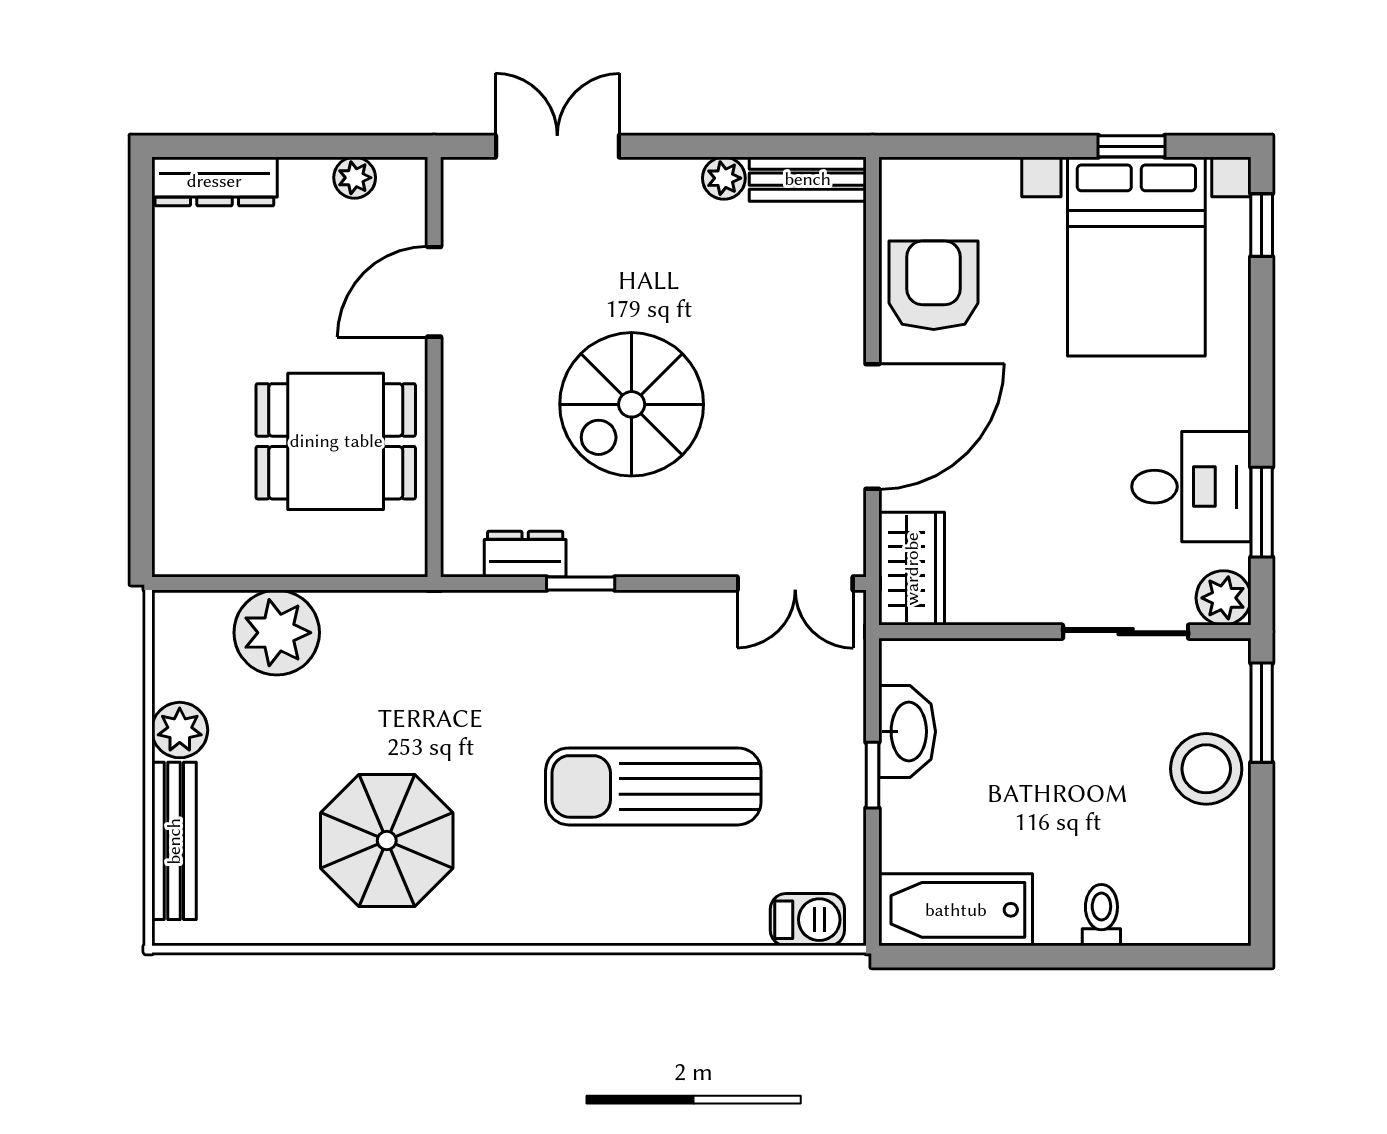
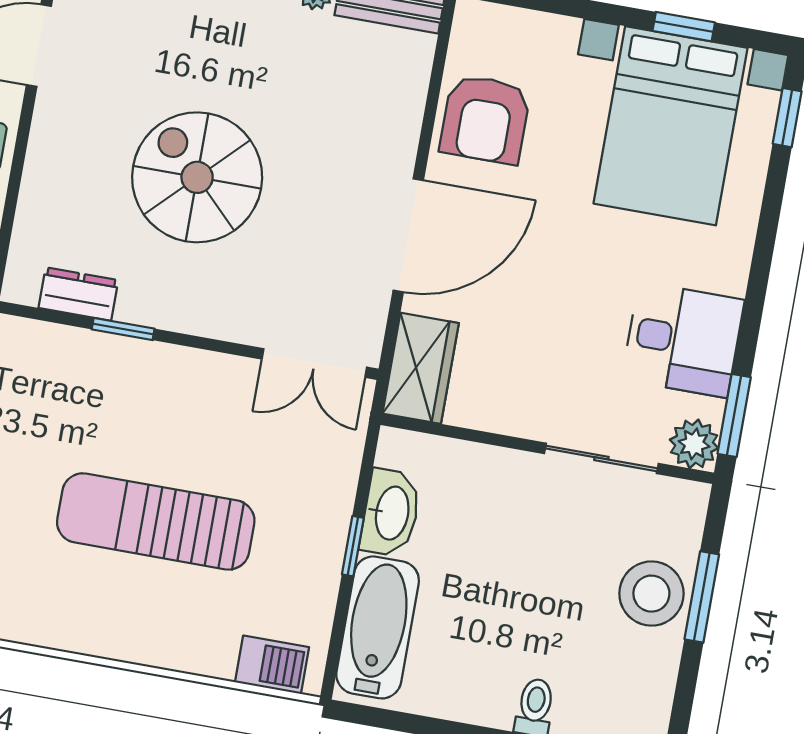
armchair: (934, 285) -> (485, 119), turned 180
spiral stairs: (632, 404) -> (197, 177), turned 90
window: (1262, 512) -> (734, 415), moved
window: (1262, 713) -> (702, 597), moved
bathtub: (956, 910) -> (378, 627), moved, turned 90

